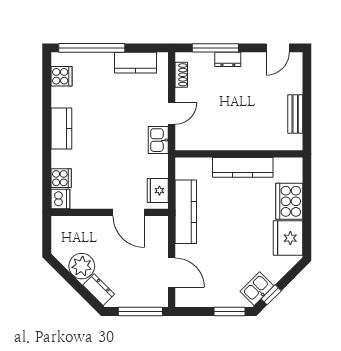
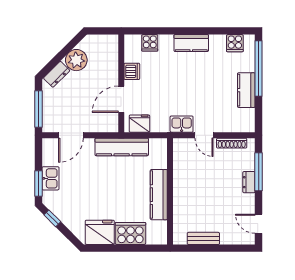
kitchen counter: (135, 63) -> (246, 90), moved
shoe rack: (181, 75) -> (232, 143), width x1.43
dishwasher: (60, 199) -> (132, 71), moved, turned -90
kitchen sink: (257, 289) -> (50, 178), moved, turned 45

